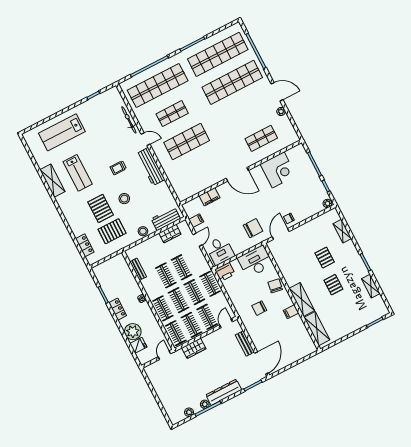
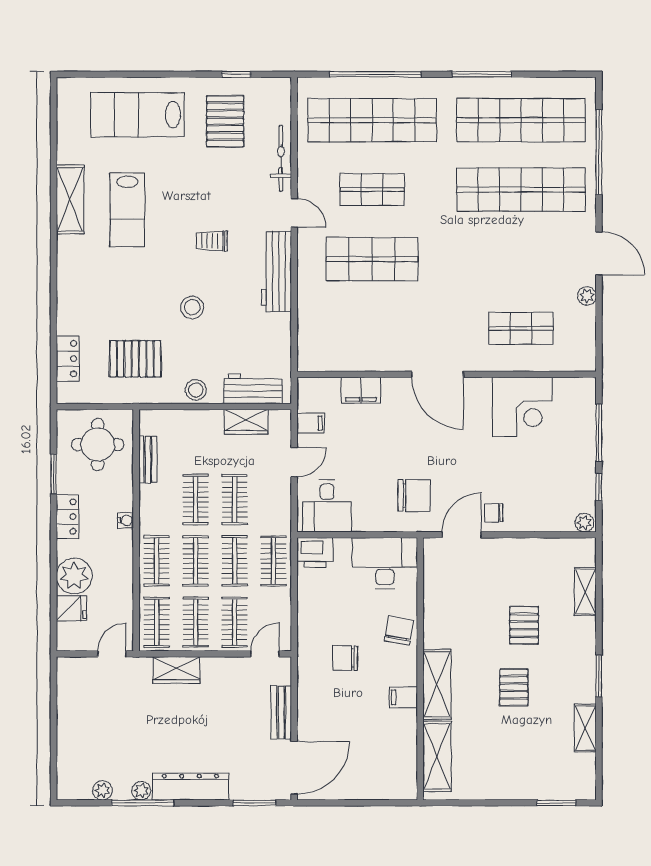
pallet: (101, 208) -> (225, 121), moved
round table: (115, 274) -> (98, 445), added

